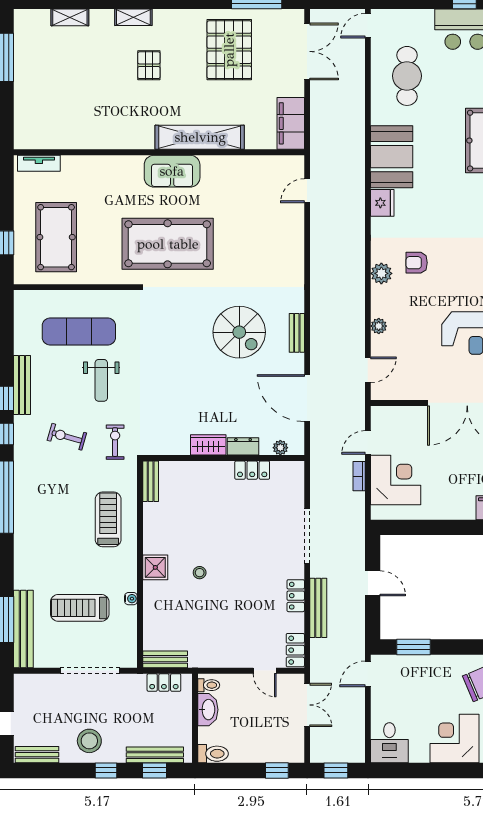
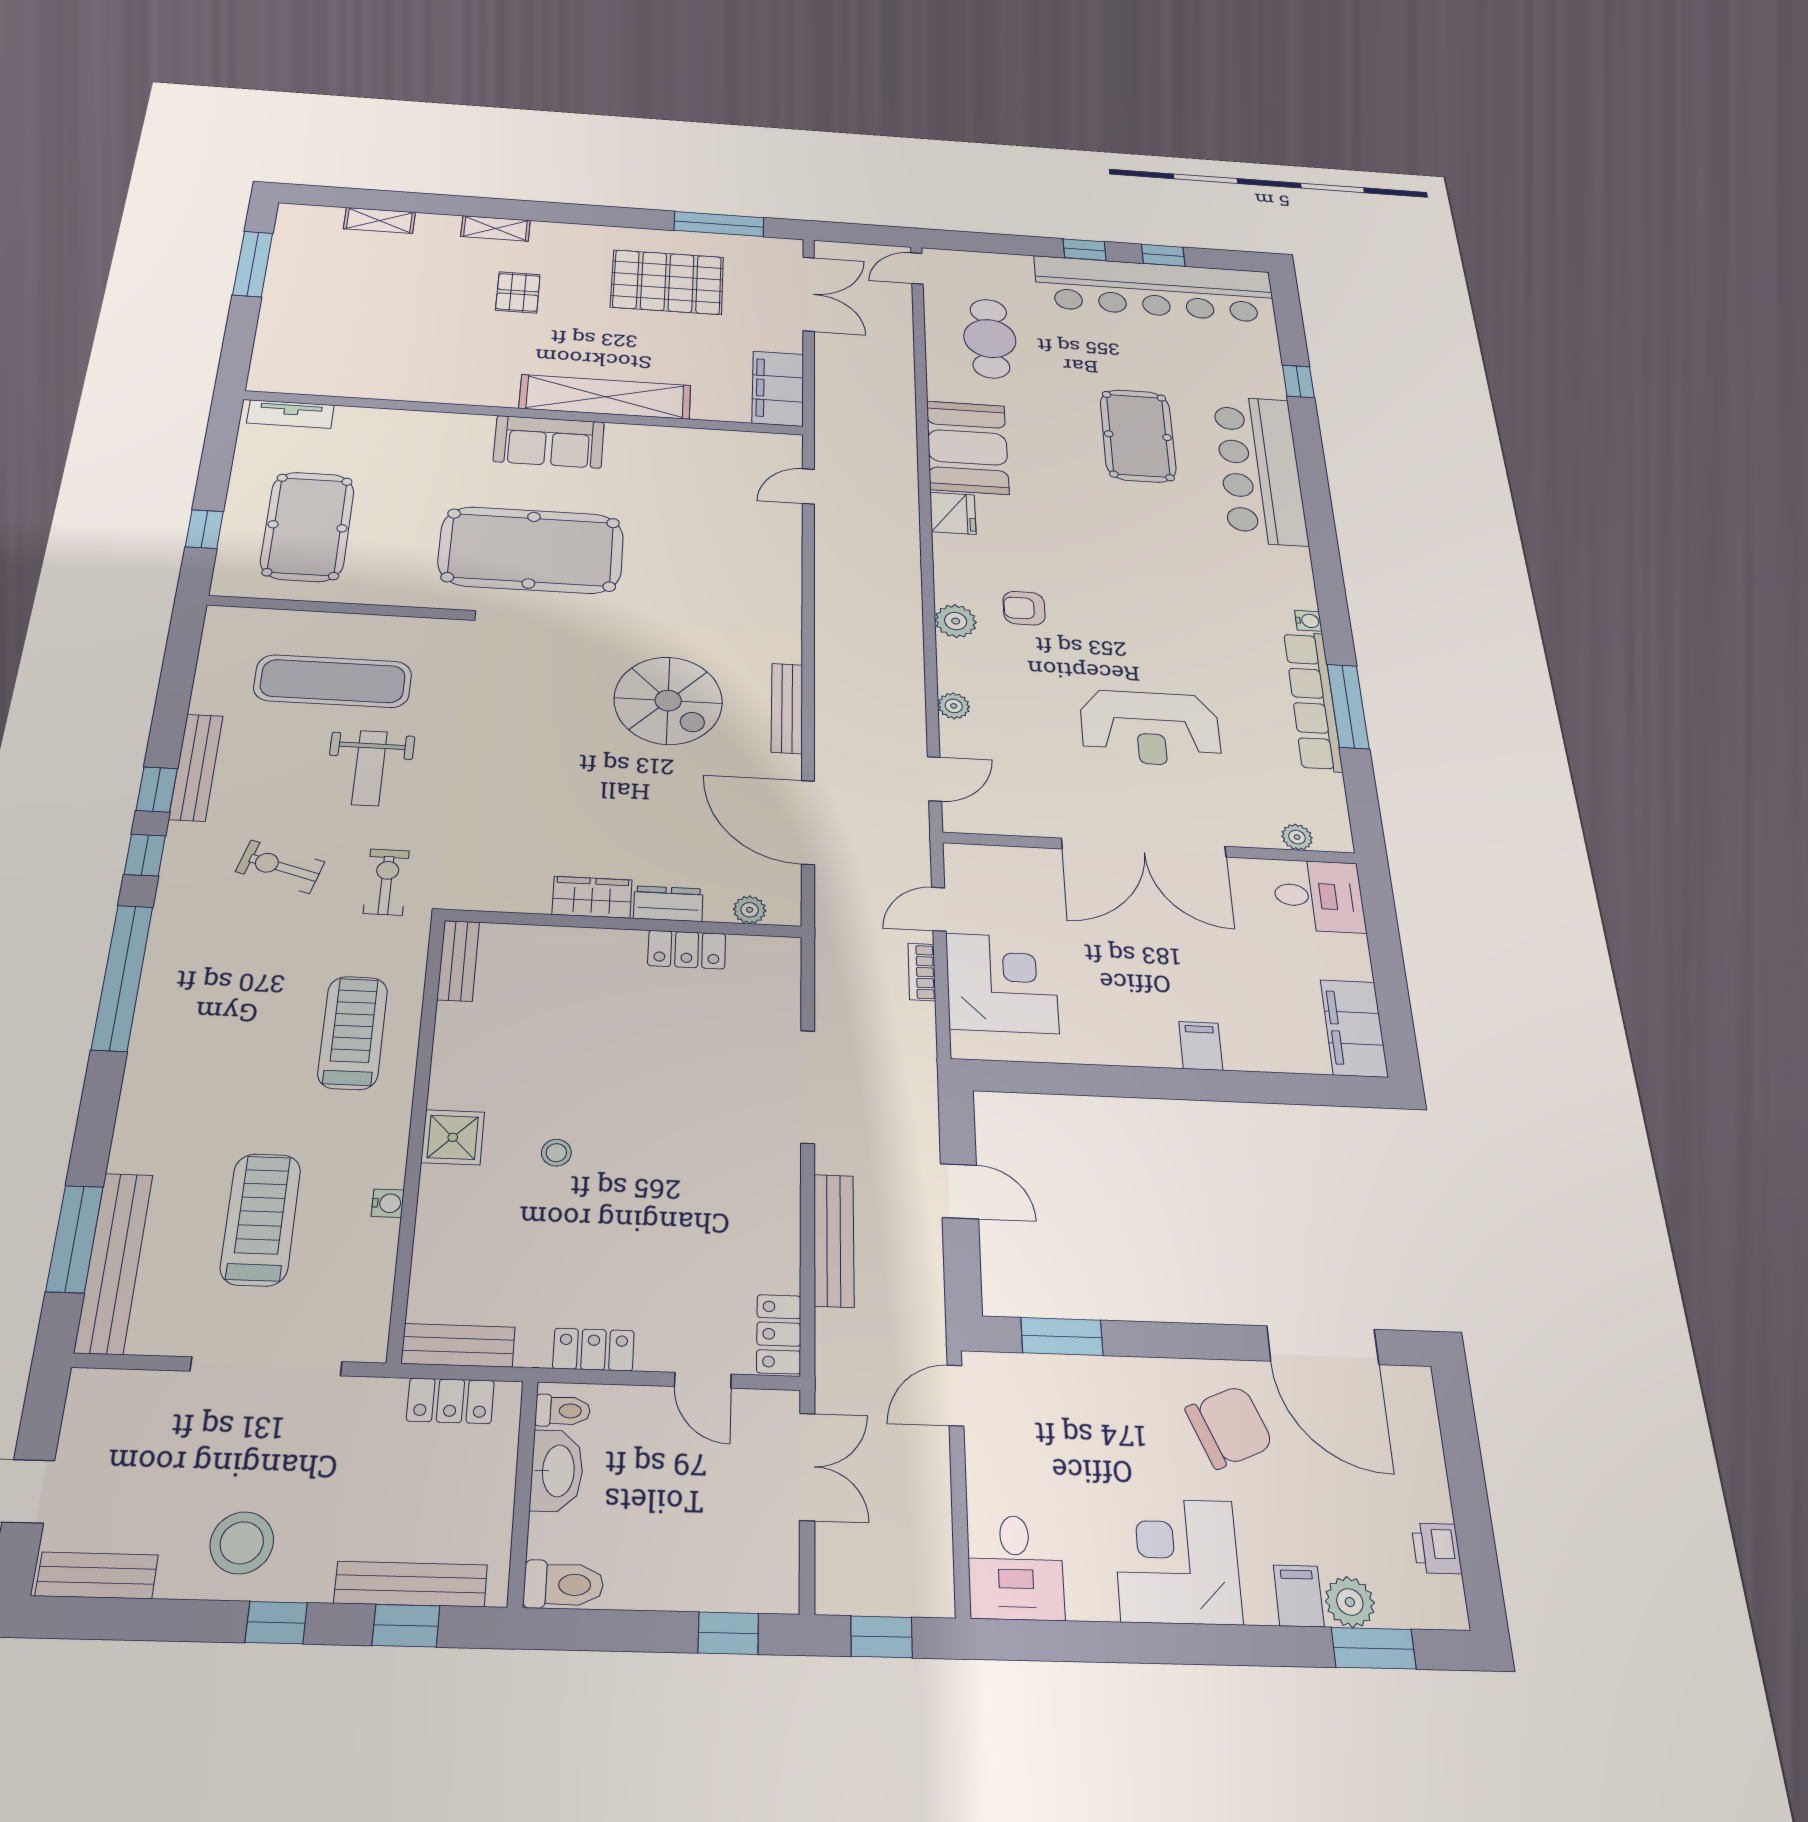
pallet: (229, 50) -> (667, 282), turned 90
bench: (297, 333) -> (787, 708), width x1.36
locker: (296, 596) -> (593, 1350), moved, turned 90
treadmill: (80, 608) -> (261, 1219), turned 90

